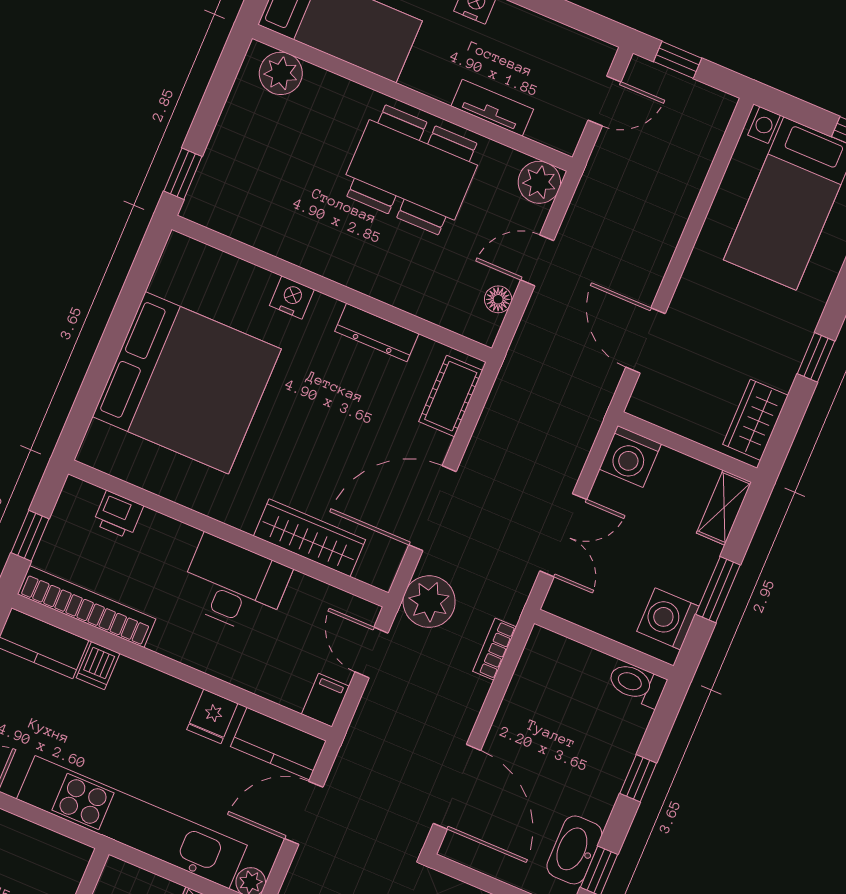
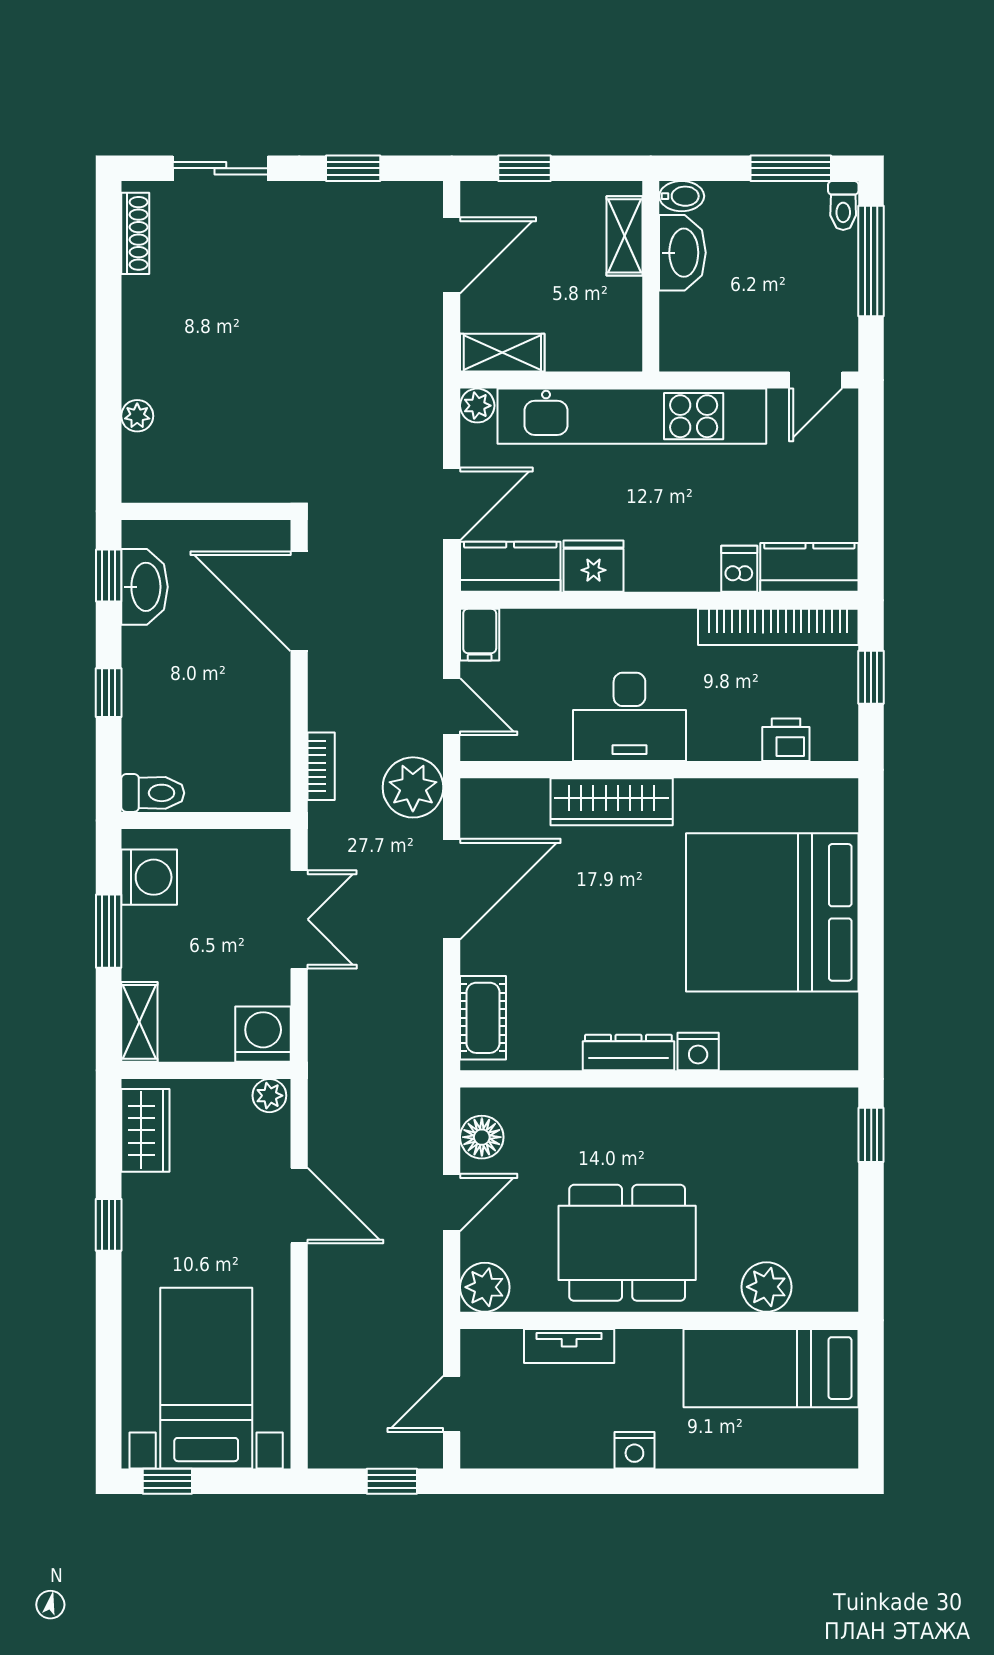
plant: (281, 73) -> (767, 1287), moved
floor lamp: (498, 299) -> (482, 1137), width x1.37, depth x1.37
dresser: (377, 332) -> (628, 1053), moved
door: (645, 340) -> (299, 1206), moved
plant: (646, 406) -> (269, 1096), added
double door: (563, 535) -> (299, 919), swing flipped
wardrobe: (310, 538) -> (612, 802), moved
fridge: (212, 716) -> (594, 566), width x1.38

